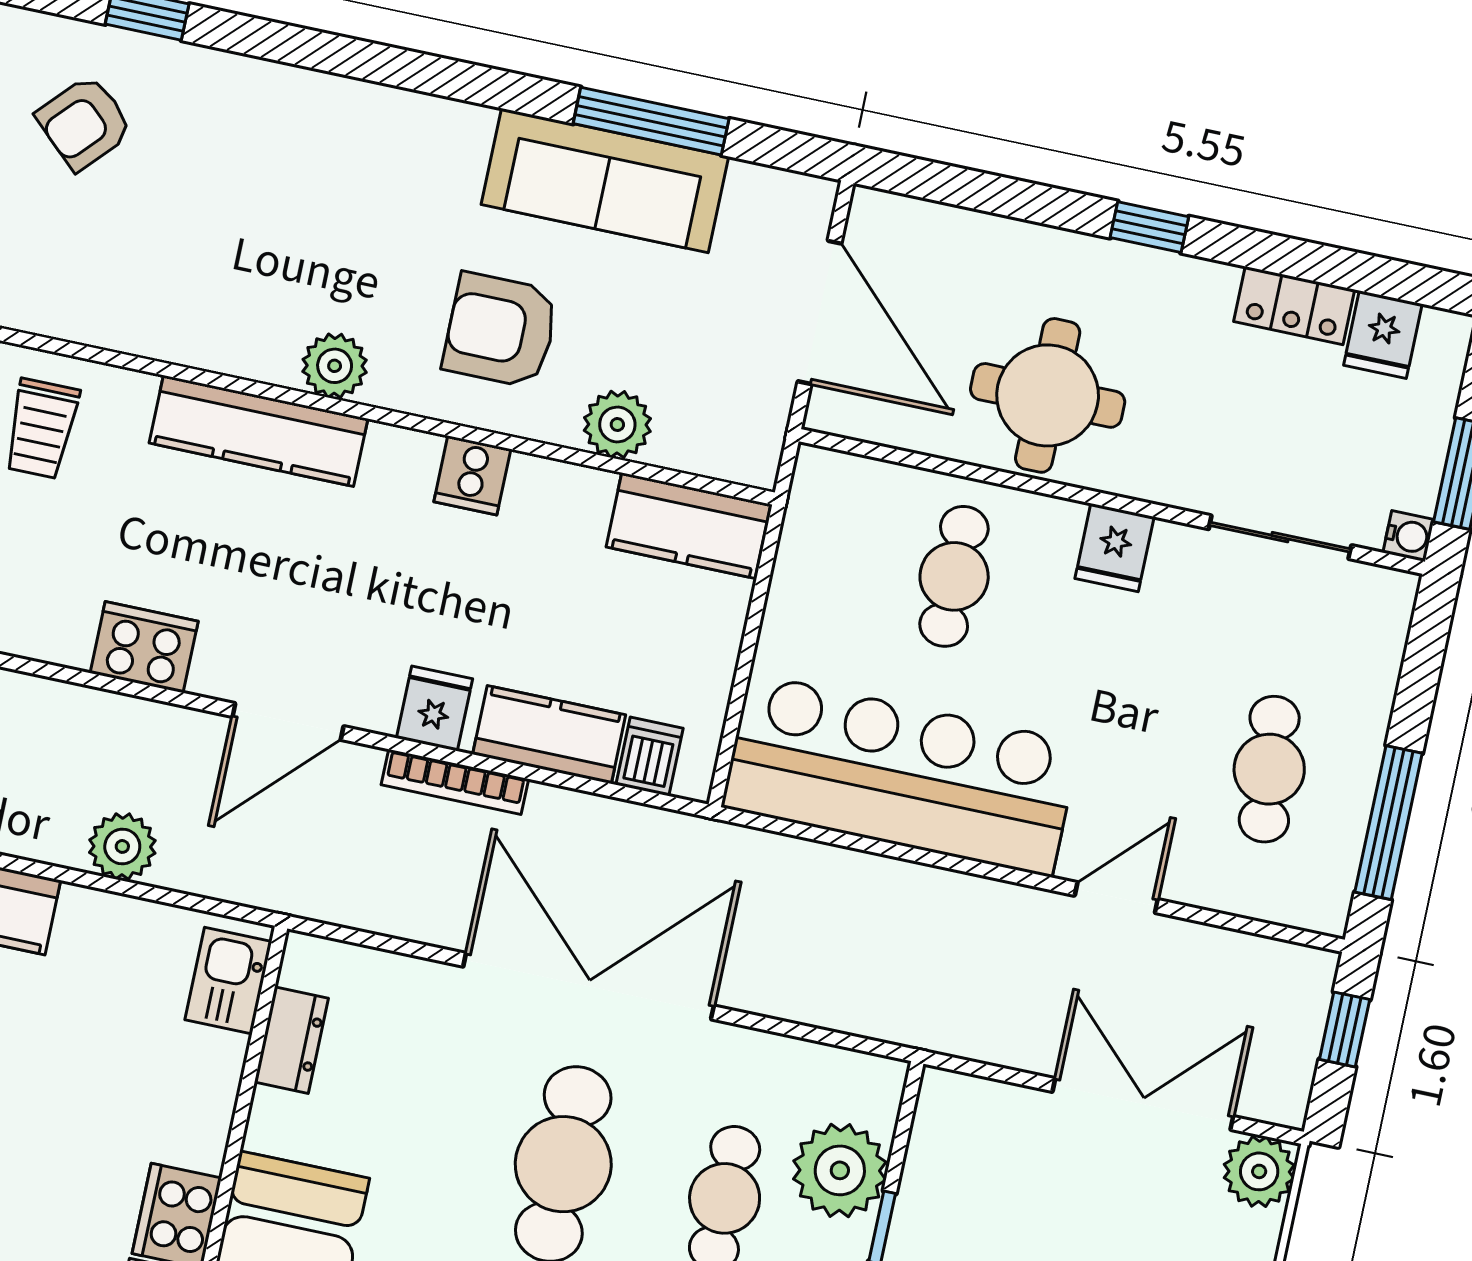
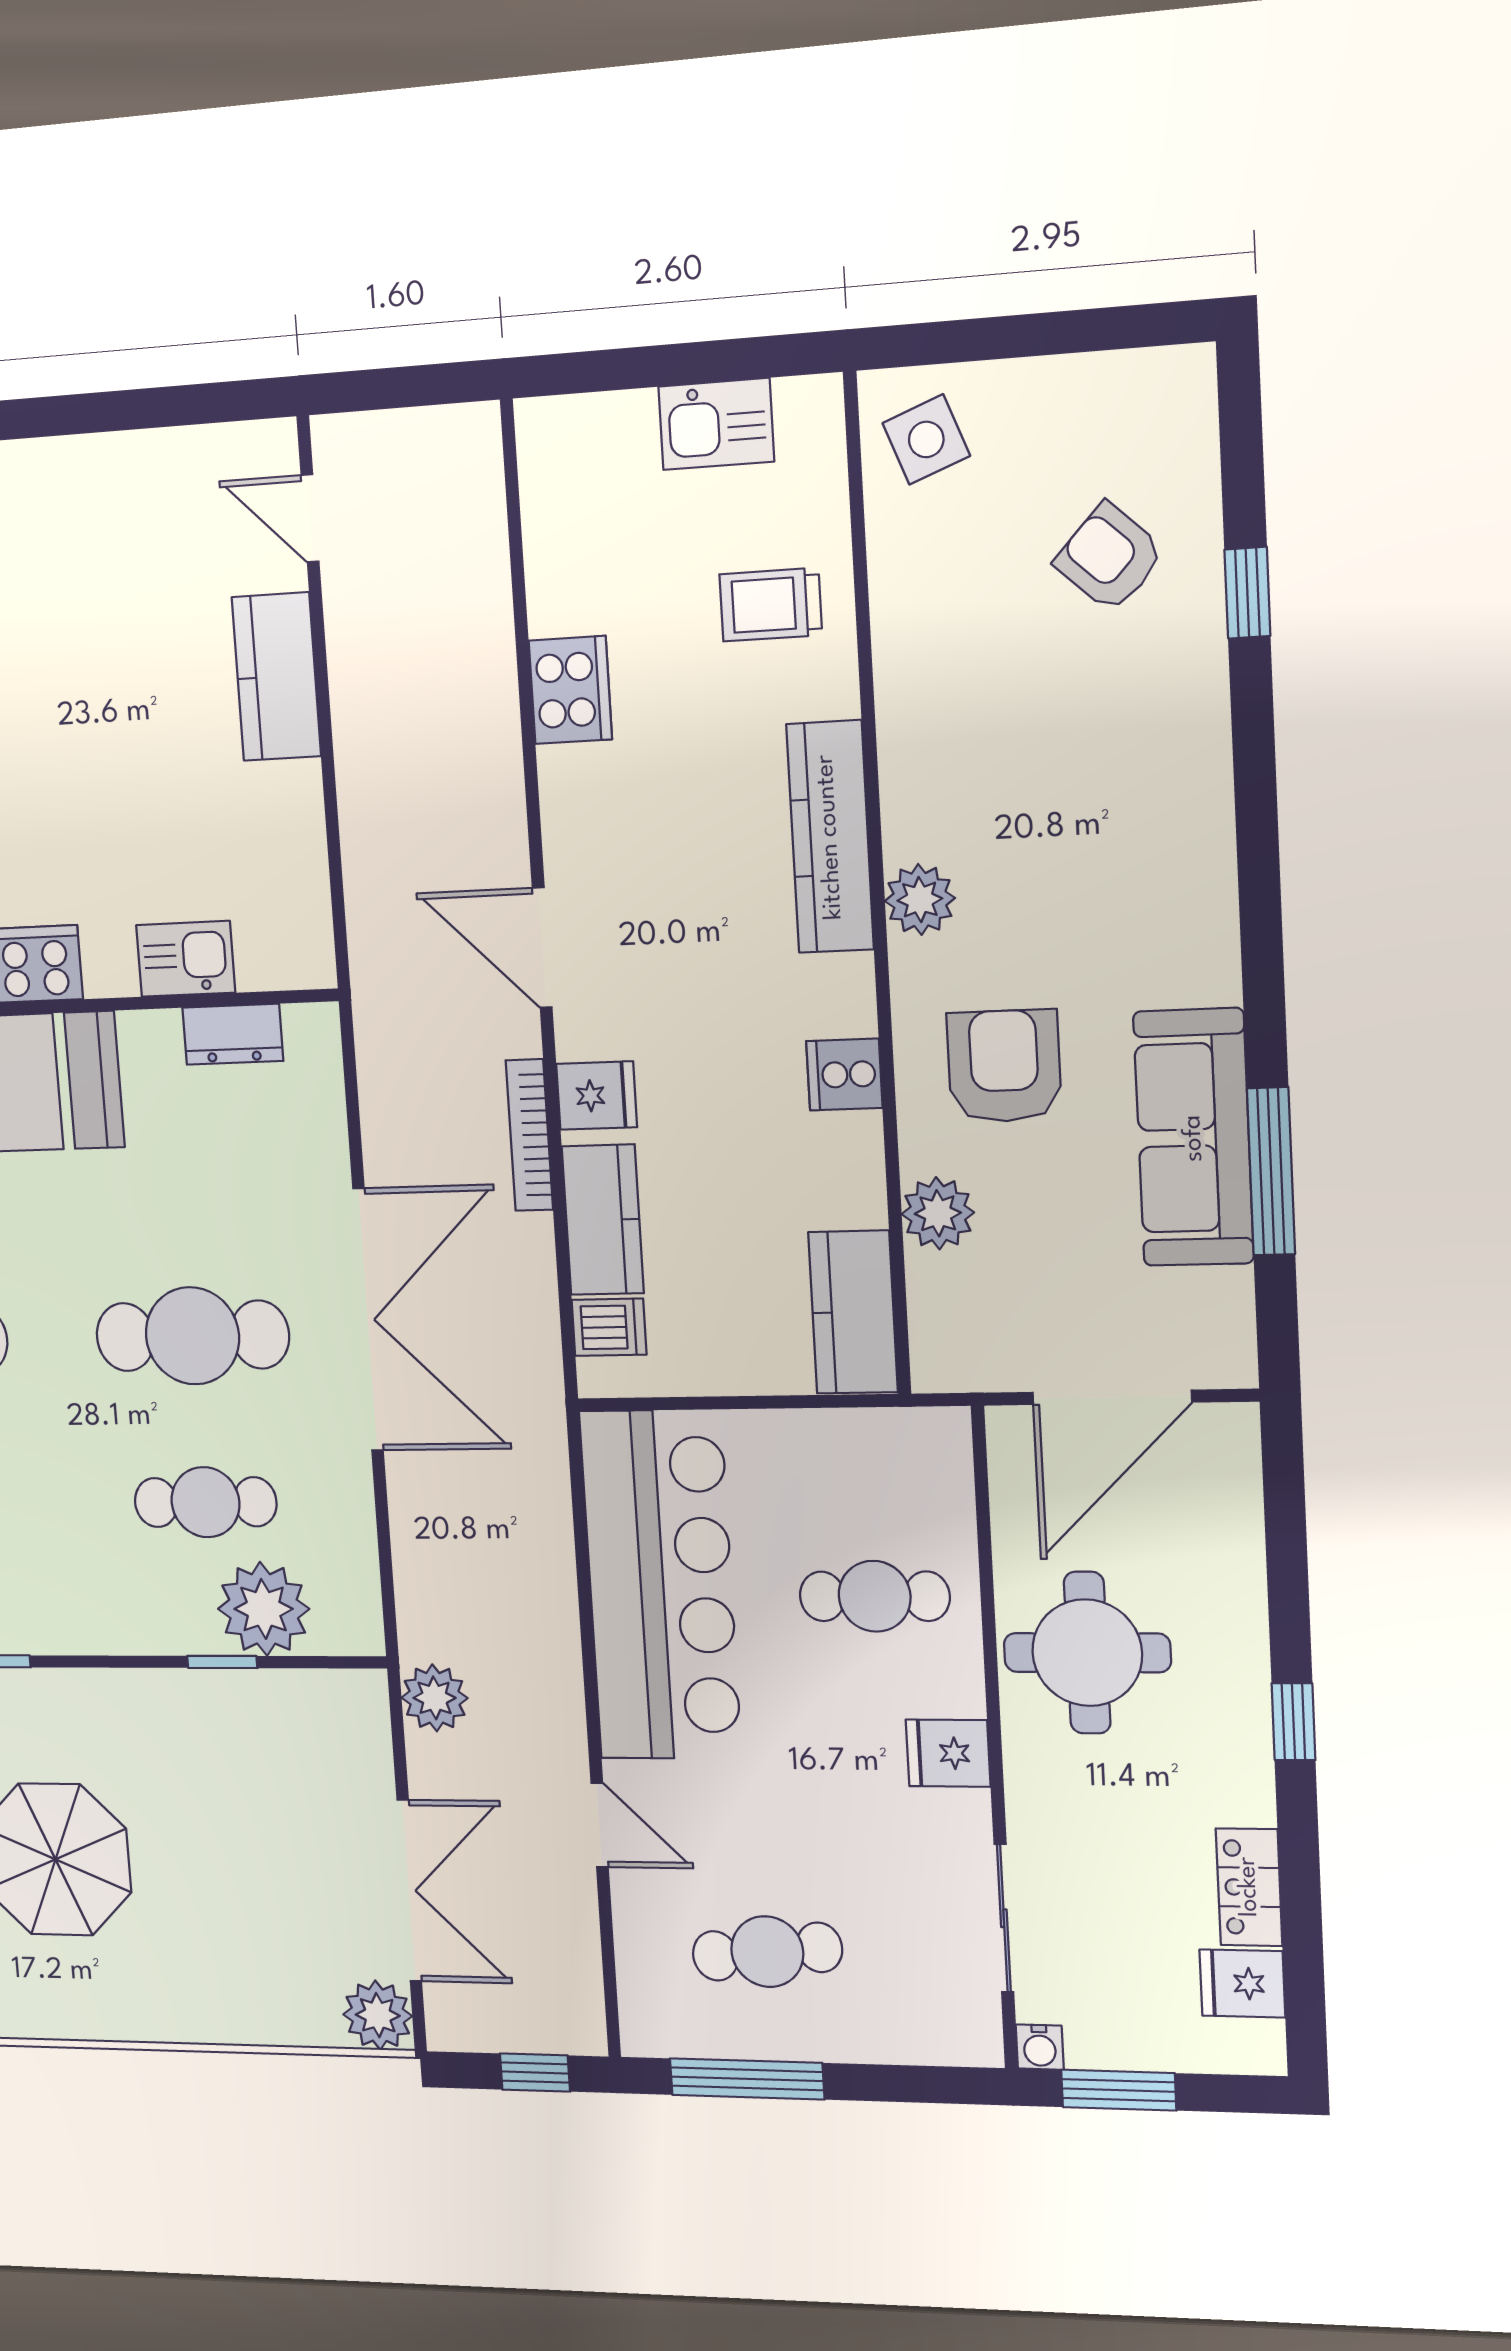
cooker: (144, 647) -> (570, 690), moved
plant: (122, 846) -> (435, 1698), moved
kitchen sink: (228, 981) -> (186, 959), moved

